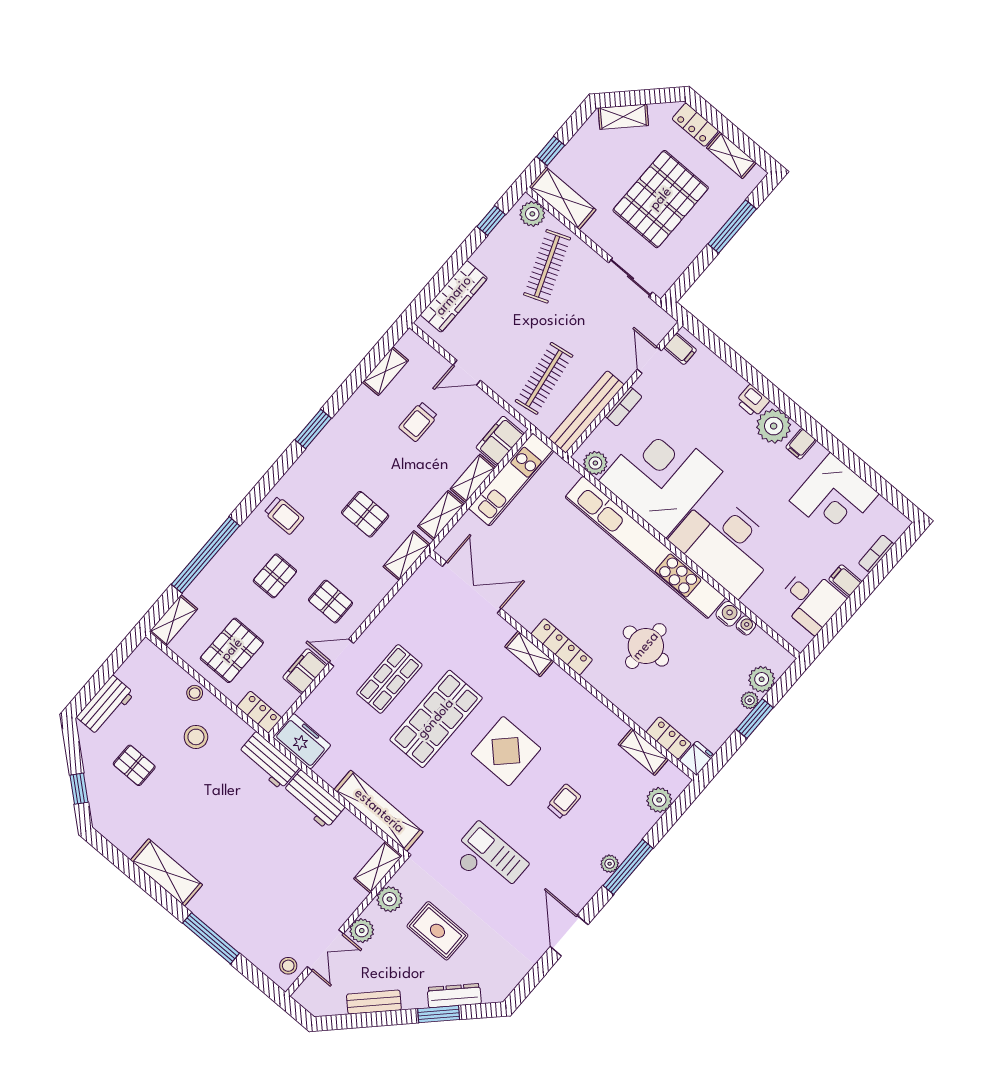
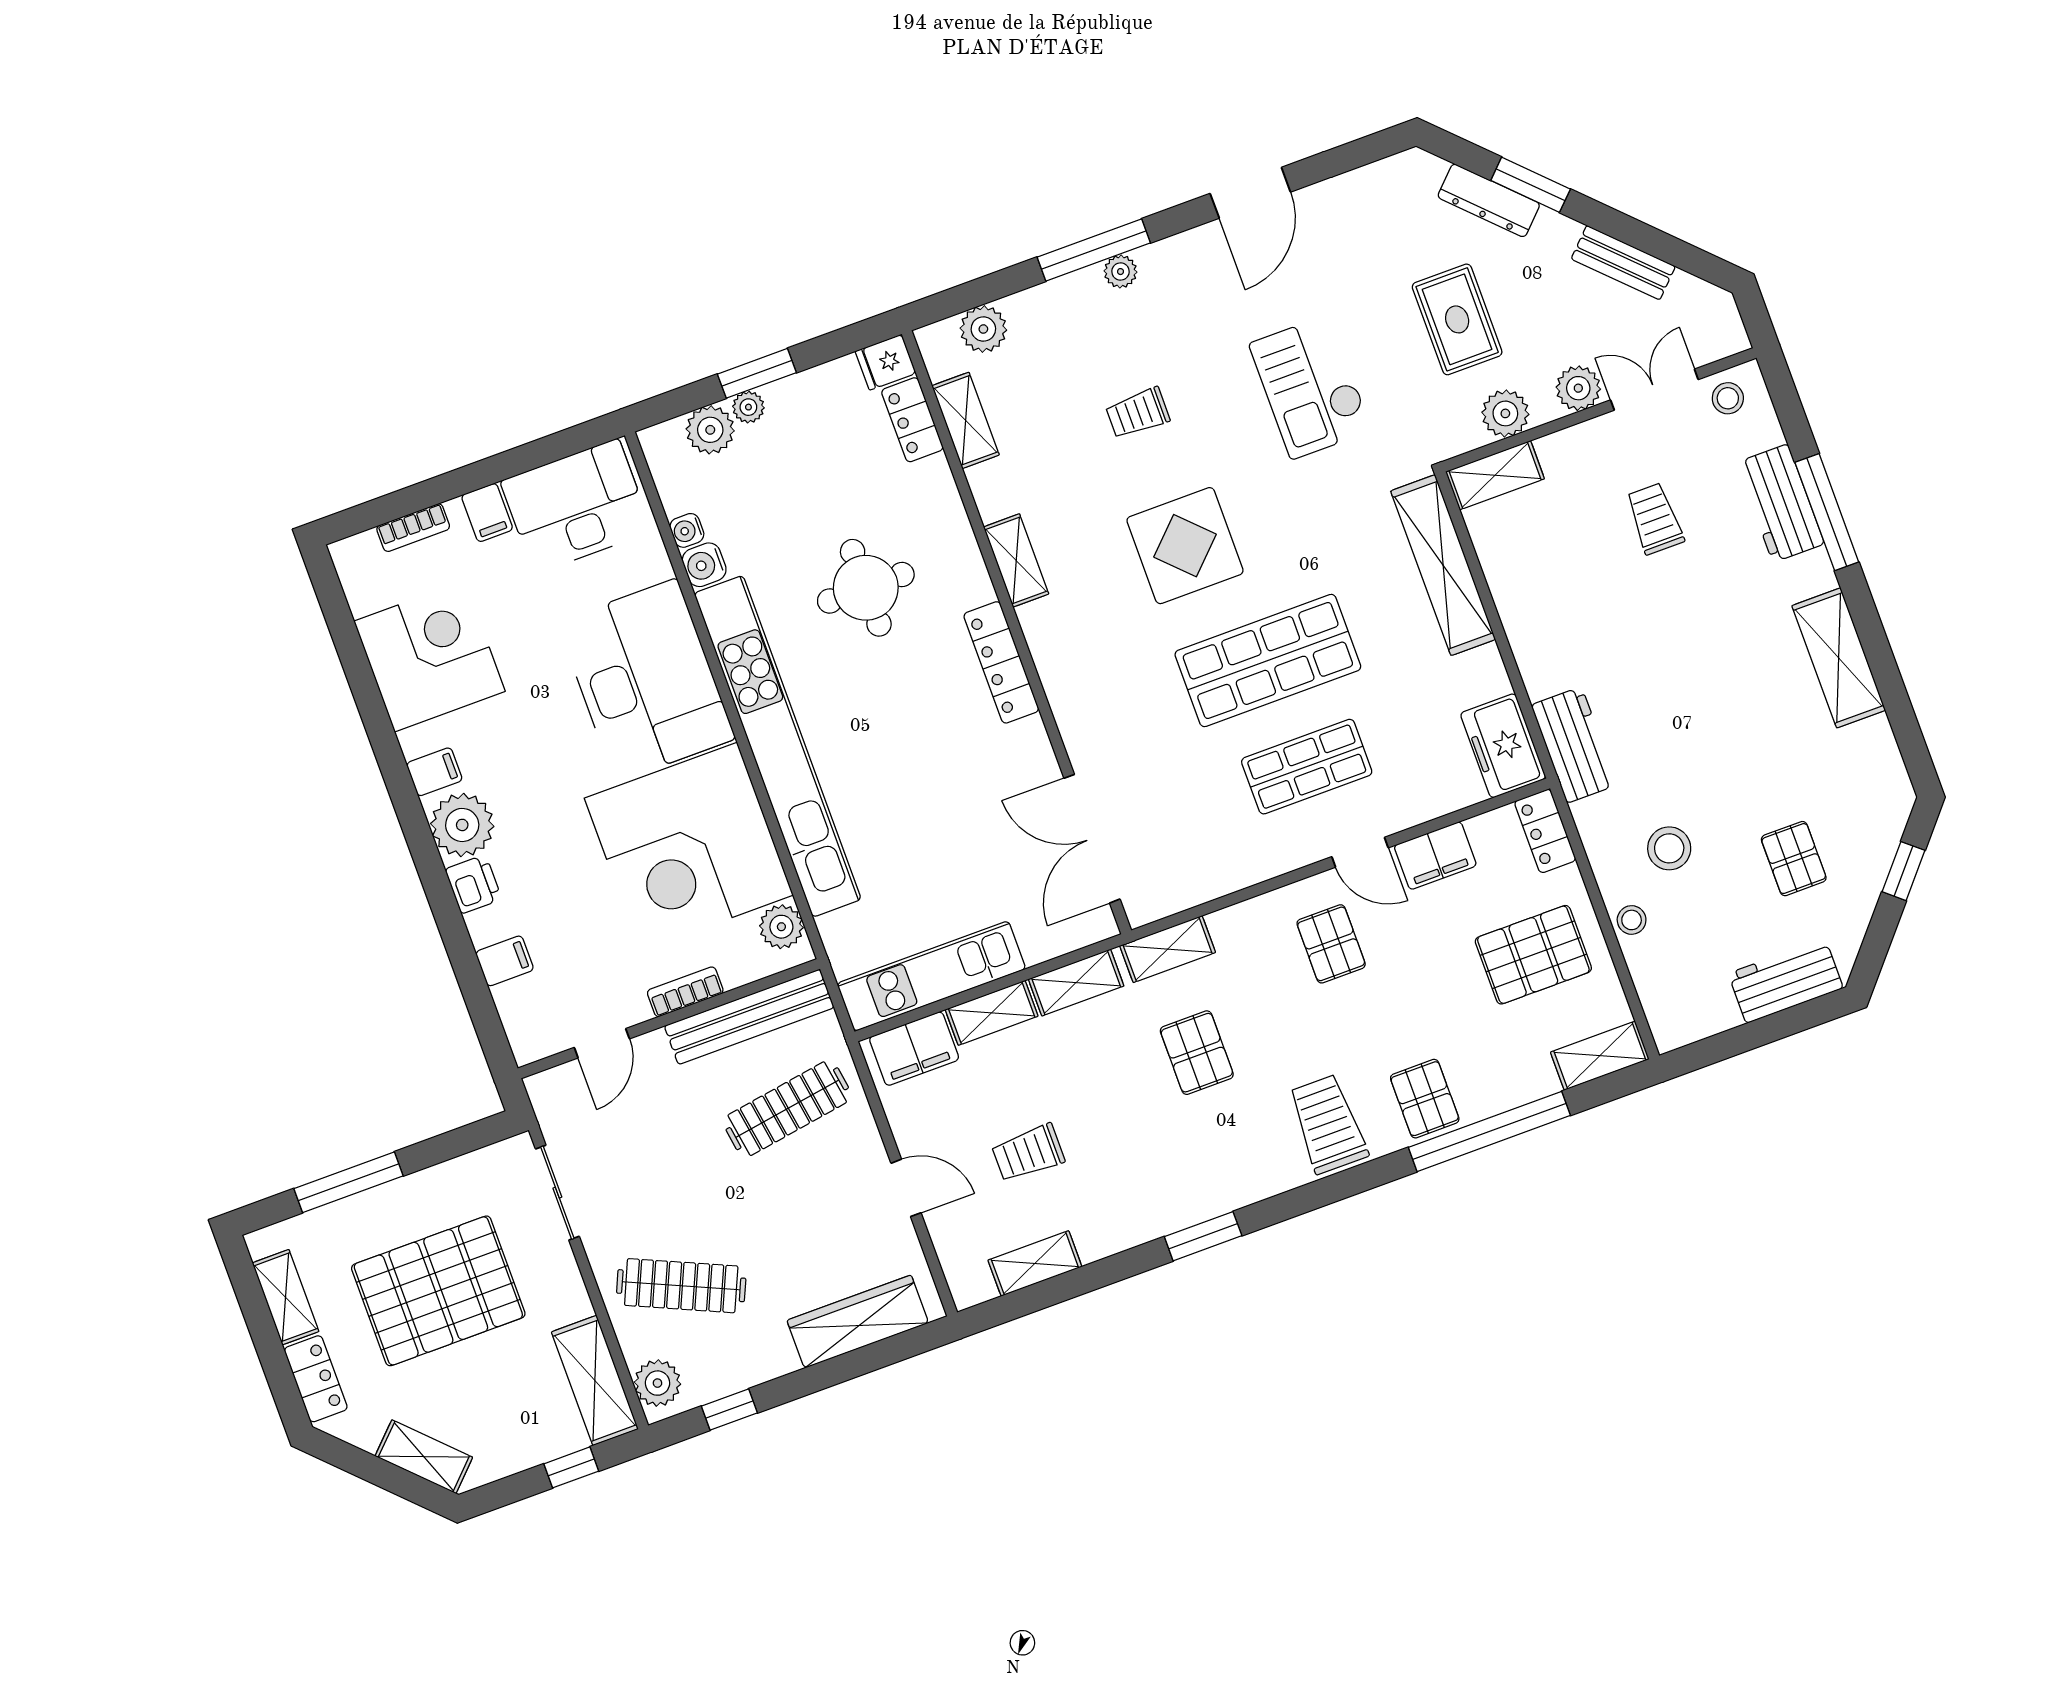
clothes rail: (547, 266) -> (681, 1286), turned 45
filing cabinet: (680, 349) -> (505, 961), moved, turned 90
trolley: (418, 422) -> (1028, 1153), turned 180
trolley: (284, 515) -> (1328, 1124), width x1.36, depth x1.39
pallet: (275, 576) -> (1425, 1099), moved, turned 90
desk: (811, 600) -> (576, 506), width x1.37
shelving: (529, 654) -> (1016, 560), moved
workbench: (314, 799) -> (1780, 503), moved, turned 180
trolley: (291, 889) -> (1655, 519), added

